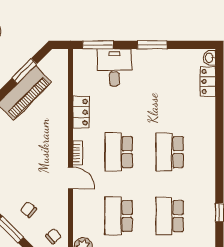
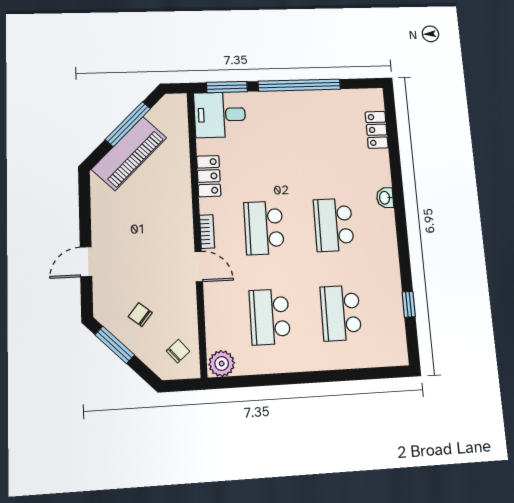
window: (152, 45) -> (299, 85), width x2.11
washbasin: (209, 58) -> (385, 198), moved
desk: (114, 67) -> (220, 115), moved, turned -90
window: (24, 71) -> (128, 124), width x1.44

